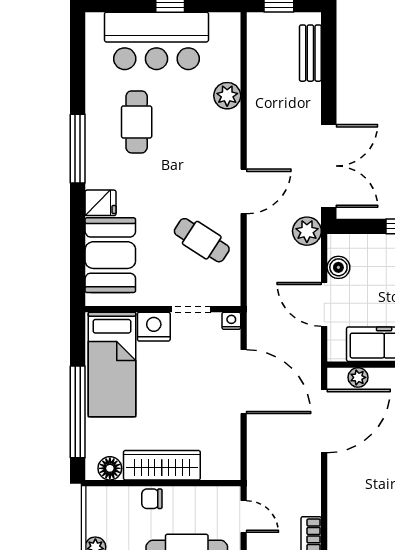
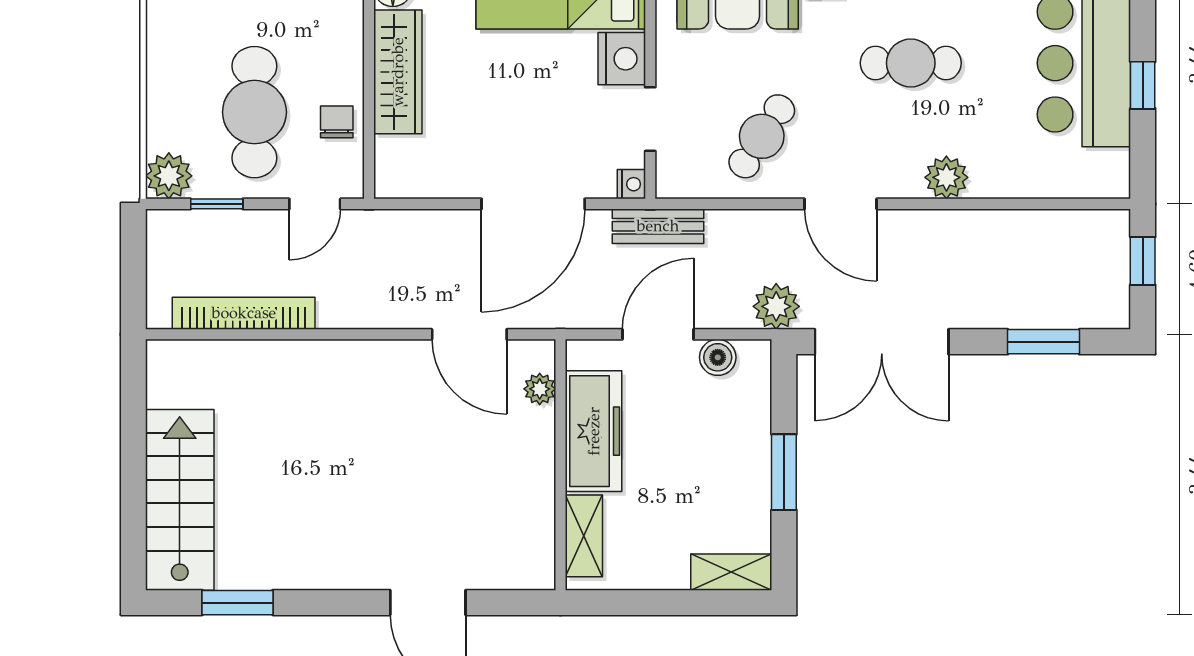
bench: (310, 53) -> (658, 226), moved
window: (329, 66) -> (1044, 342), added
plant: (227, 96) -> (946, 177), moved
cafe table: (137, 122) -> (911, 63), moved
door: (324, 421) -> (469, 334), width x0.73
chair: (152, 499) -> (337, 122), moved

